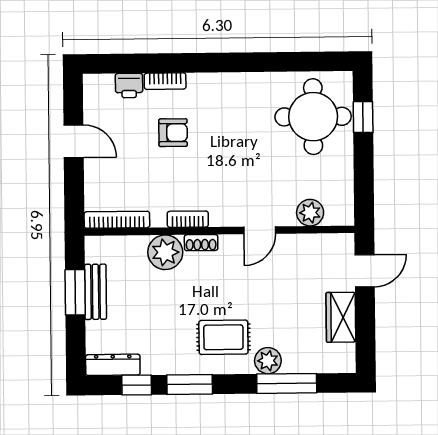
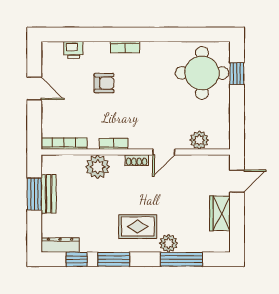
bookcase: (165, 81) -> (125, 47), moved
shoe rack: (201, 243) -> (137, 160), moved

